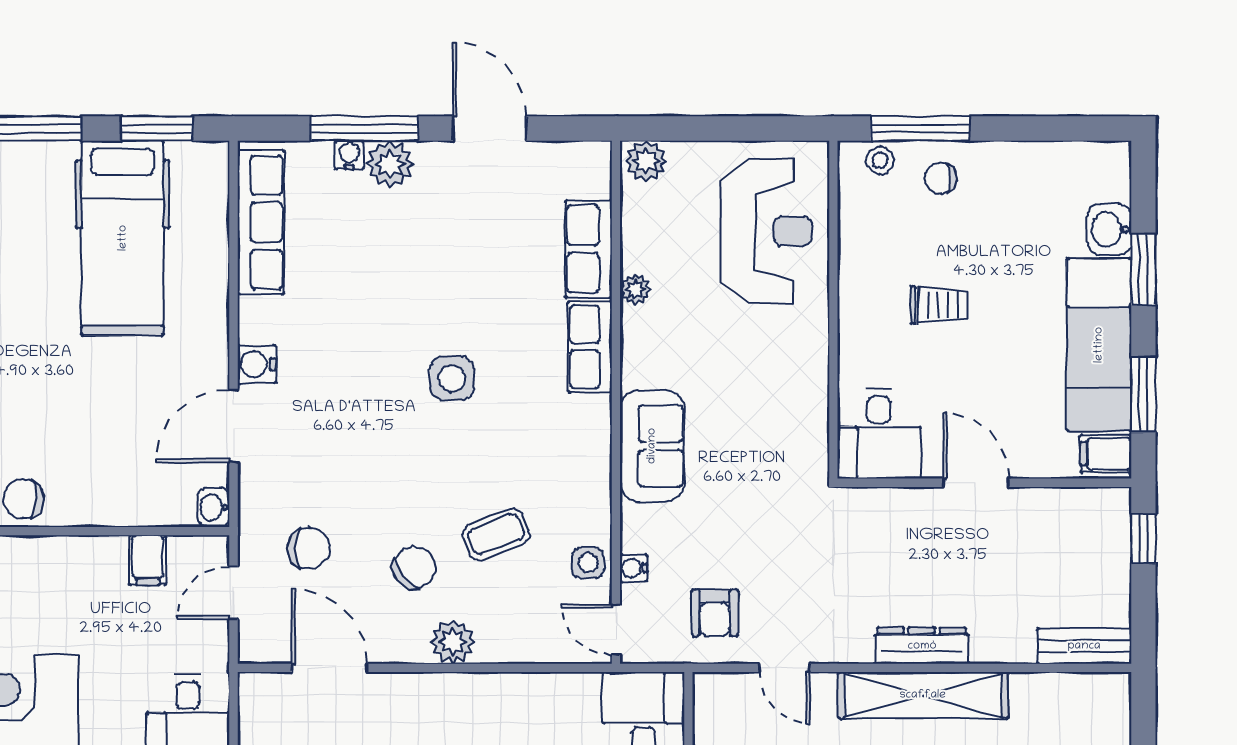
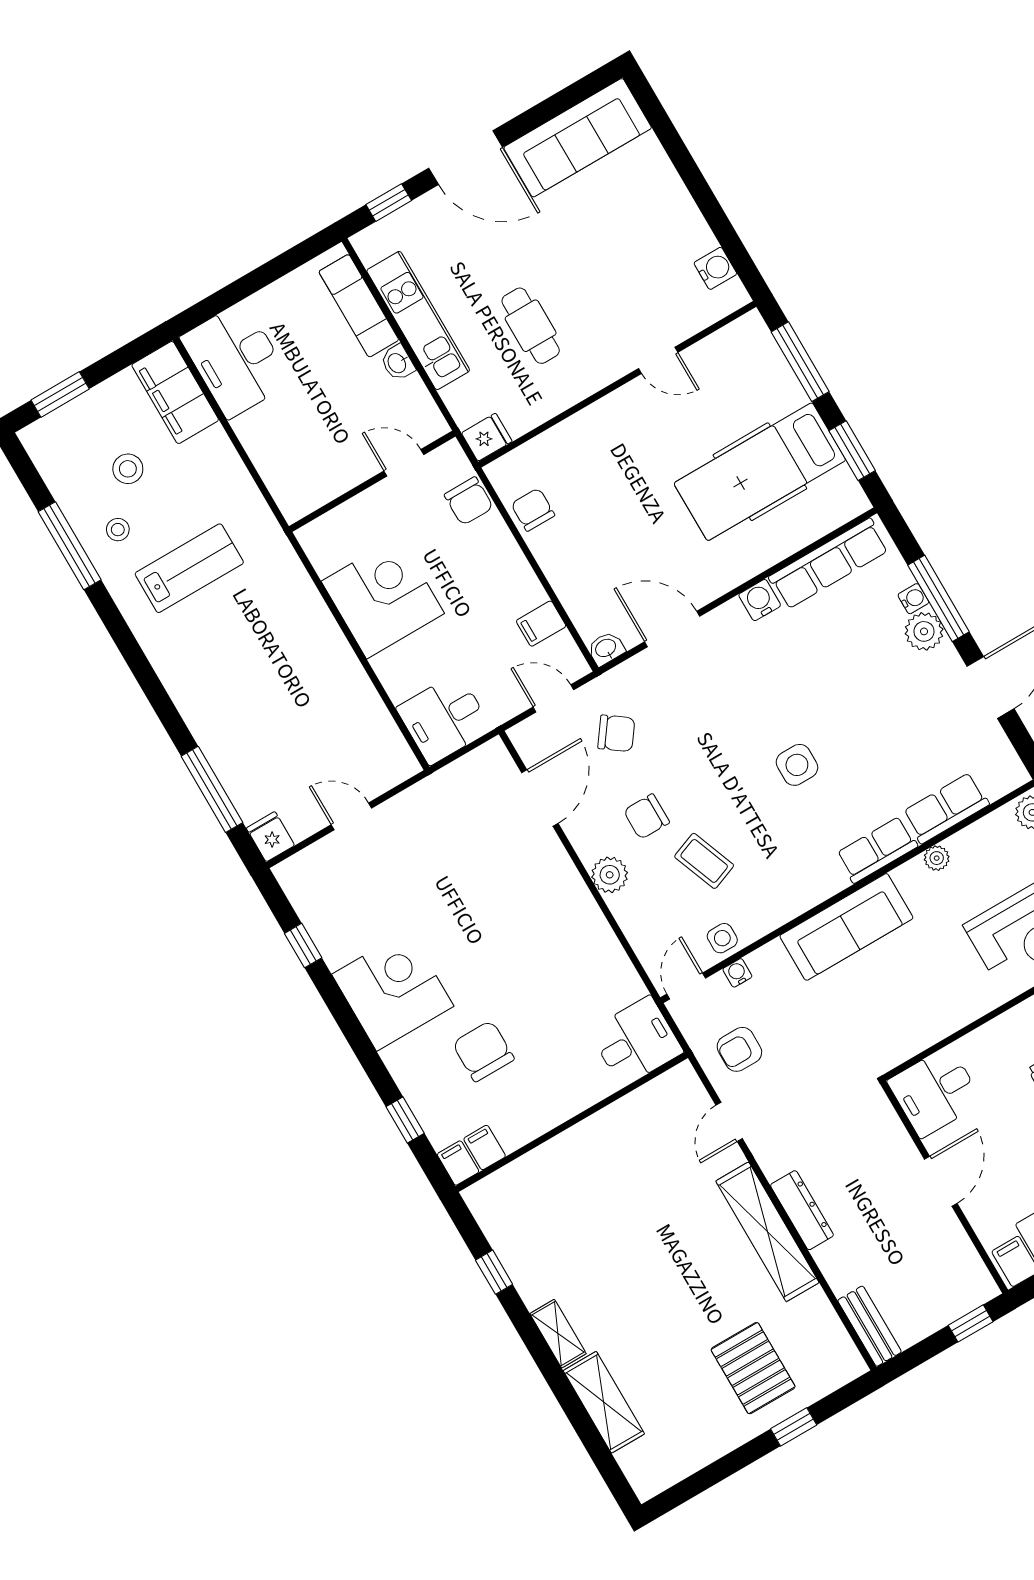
water cooler: (257, 364) -> (760, 600), moved
sofa: (652, 446) -> (846, 927), width x1.36
chair: (309, 548) -> (616, 733), turned -54
chair: (414, 568) -> (646, 817), turned 128

